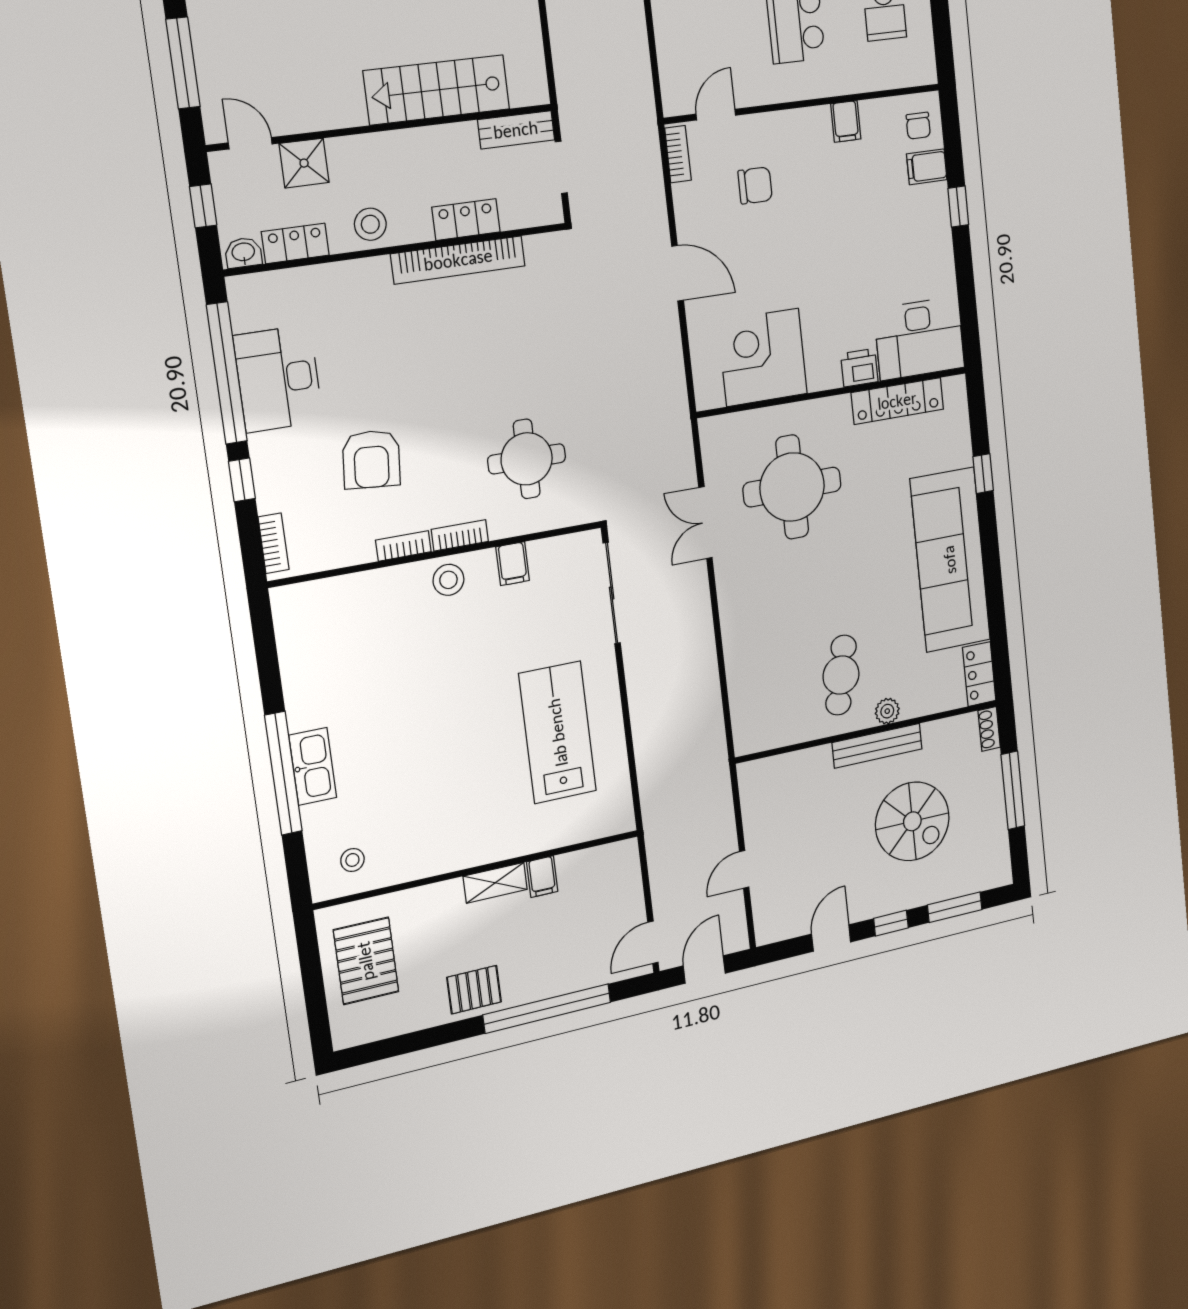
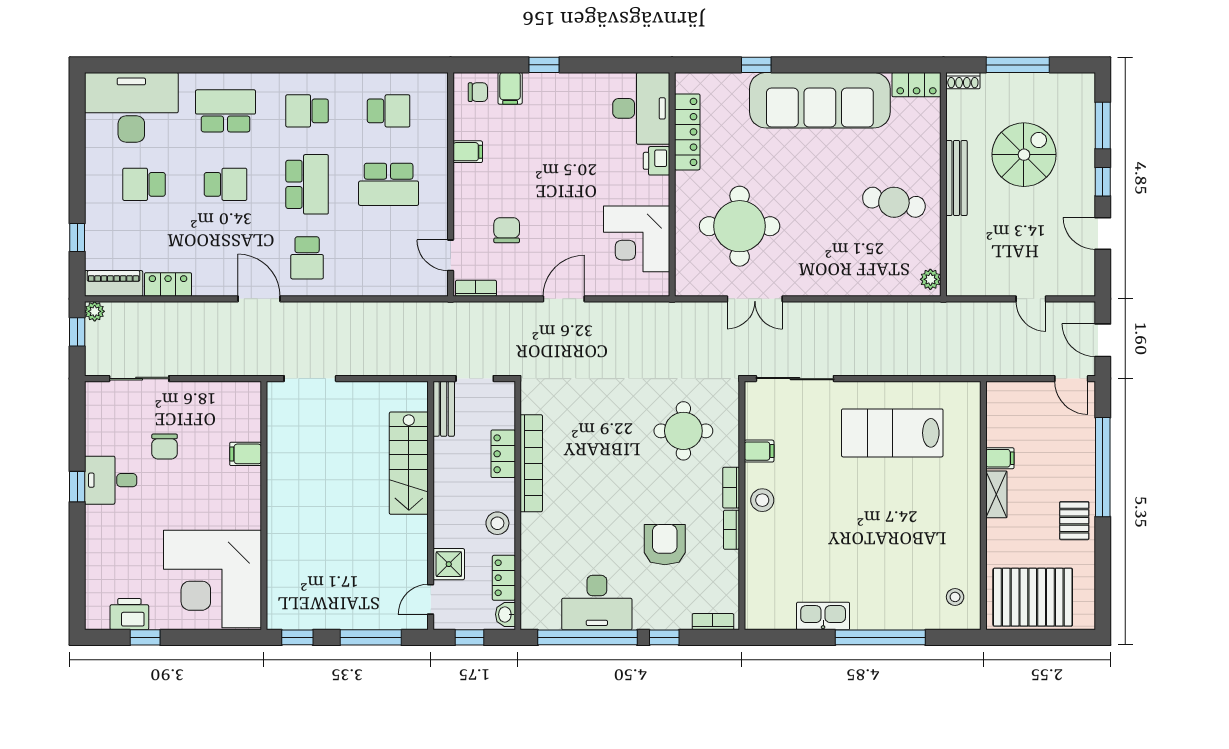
armchair: (371, 459) -> (665, 545), turned -95
plant: (887, 711) -> (930, 279), moved
kitchen sink: (313, 766) -> (823, 616), moved
pallet: (366, 961) -> (1033, 597), width x1.37, depth x1.41

